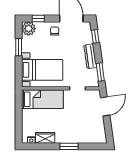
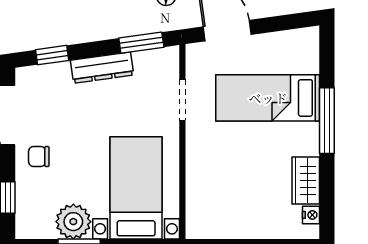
plant: (29, 29) -> (73, 222), moved
bed: (42, 99) -> (268, 98), moved, turned -90
window: (69, 146) -> (327, 121), width x1.44

